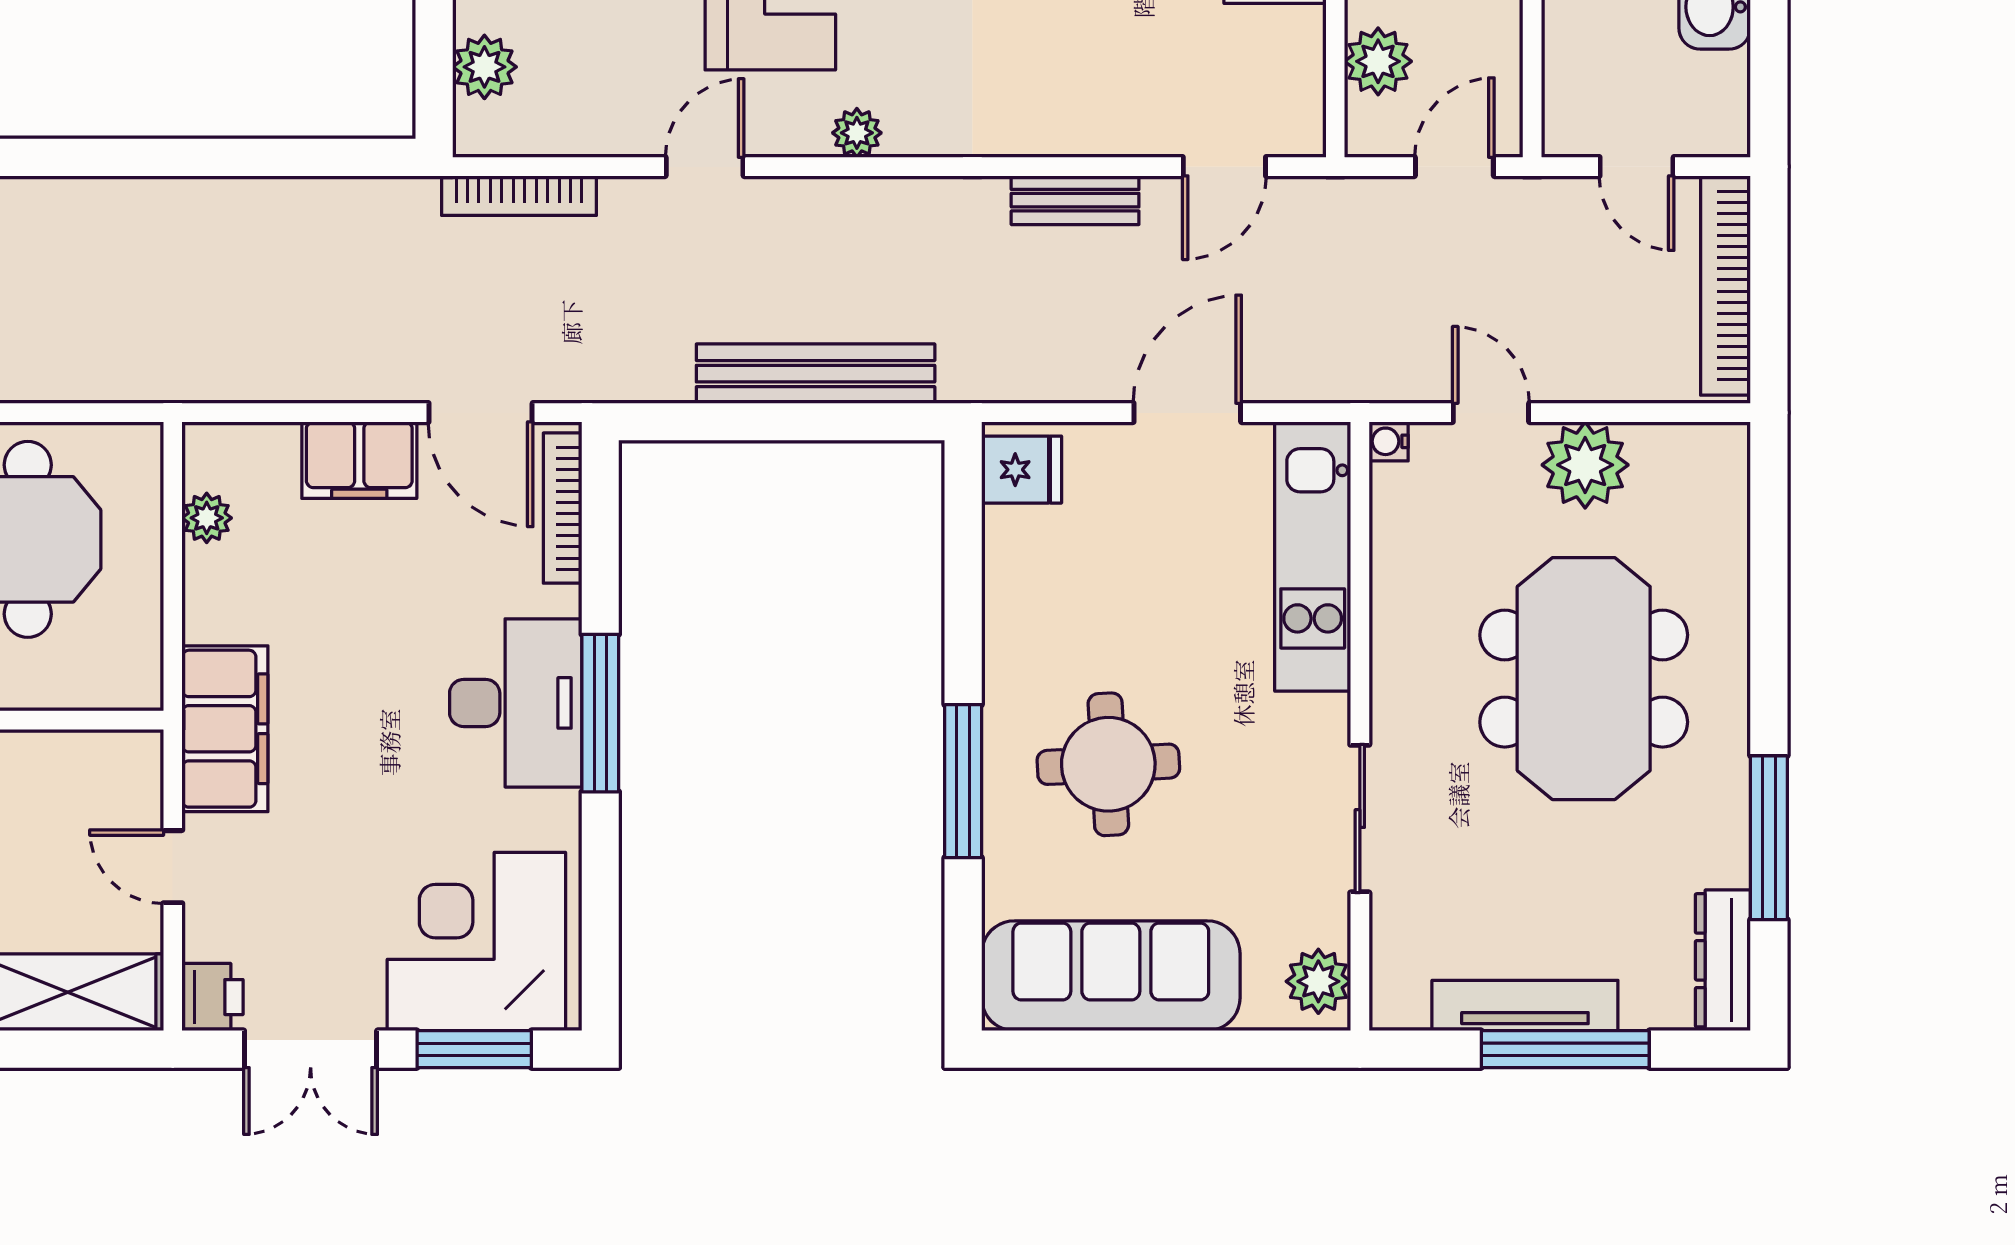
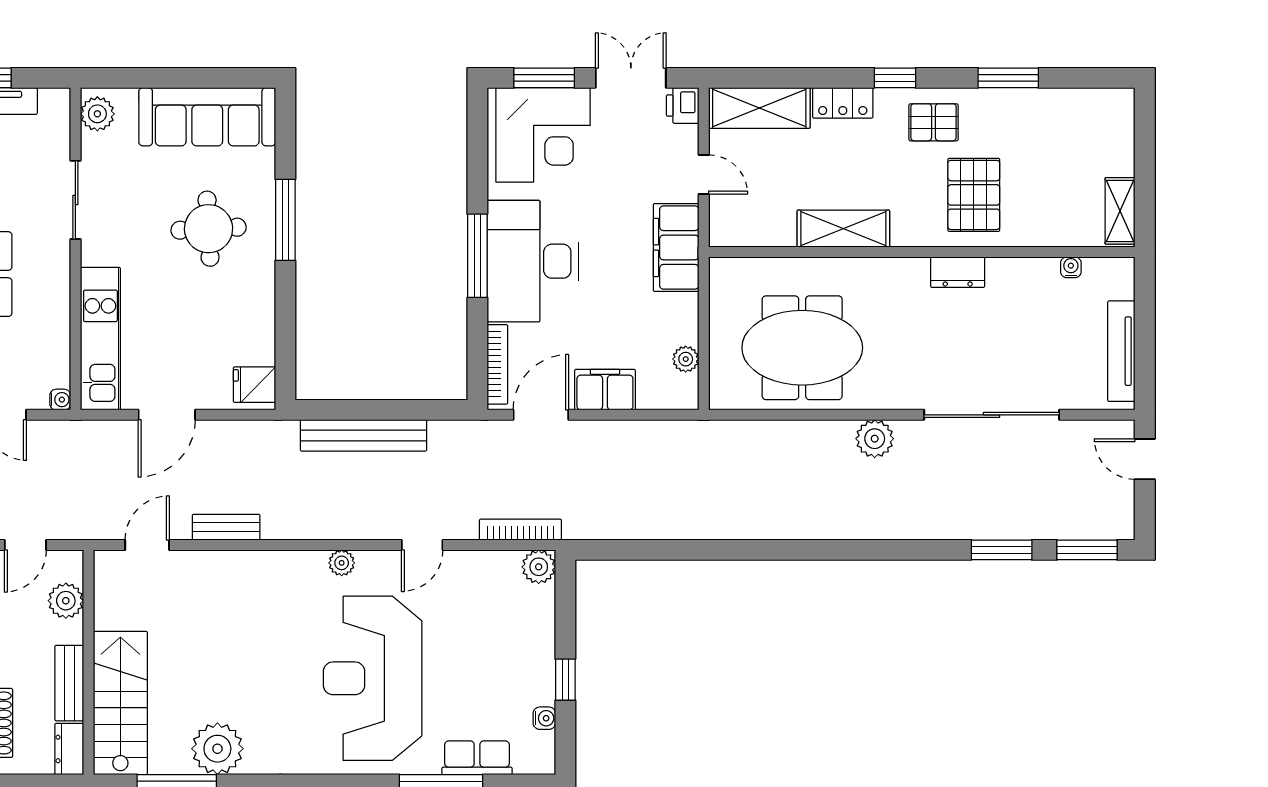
plant: (484, 67) -> (539, 567), moved
door: (481, 413) -> (541, 415), hinge flipped
desk: (516, 703) -> (533, 261), width x1.36, depth x1.30

